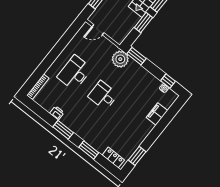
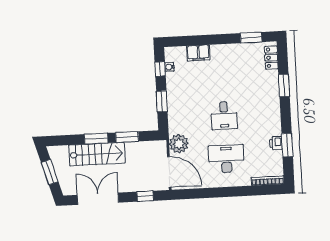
door: (98, 30) -> (169, 172), width x1.87
window: (137, 56) -> (162, 101), moved
plant: (120, 59) -> (179, 144), moved
desk: (75, 73) -> (226, 159), turned 180
window: (63, 130) -> (287, 145), moved

